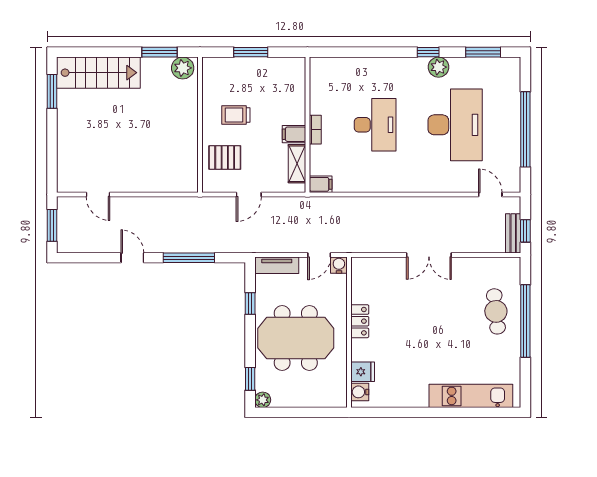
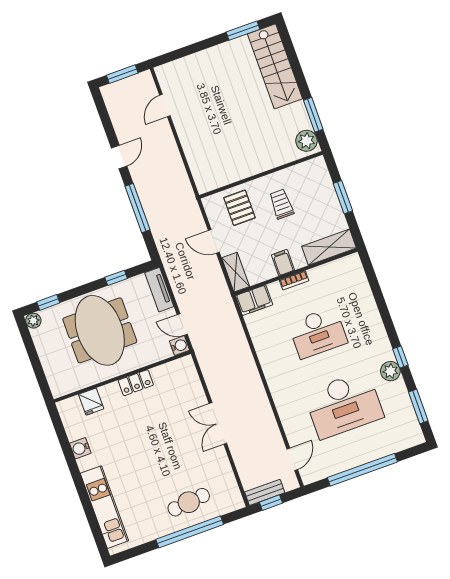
shelving: (295, 84) -> (329, 247), added
shelving: (297, 164) -> (236, 272), moved, turned 90
filing cabinet: (321, 184) -> (254, 300), width x2.00
water cooler: (360, 392) -> (80, 448), moved, turned -90

